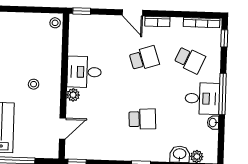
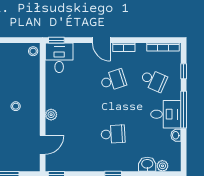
window: (224, 38) -> (184, 71), moved
desk: (84, 72) -> (59, 58), moved, turned 90

